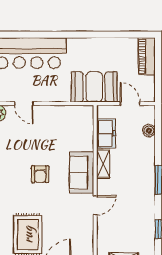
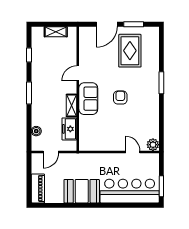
booth: (94, 87) -> (82, 191), moved
door: (130, 104) -> (51, 152), hinge flipped

